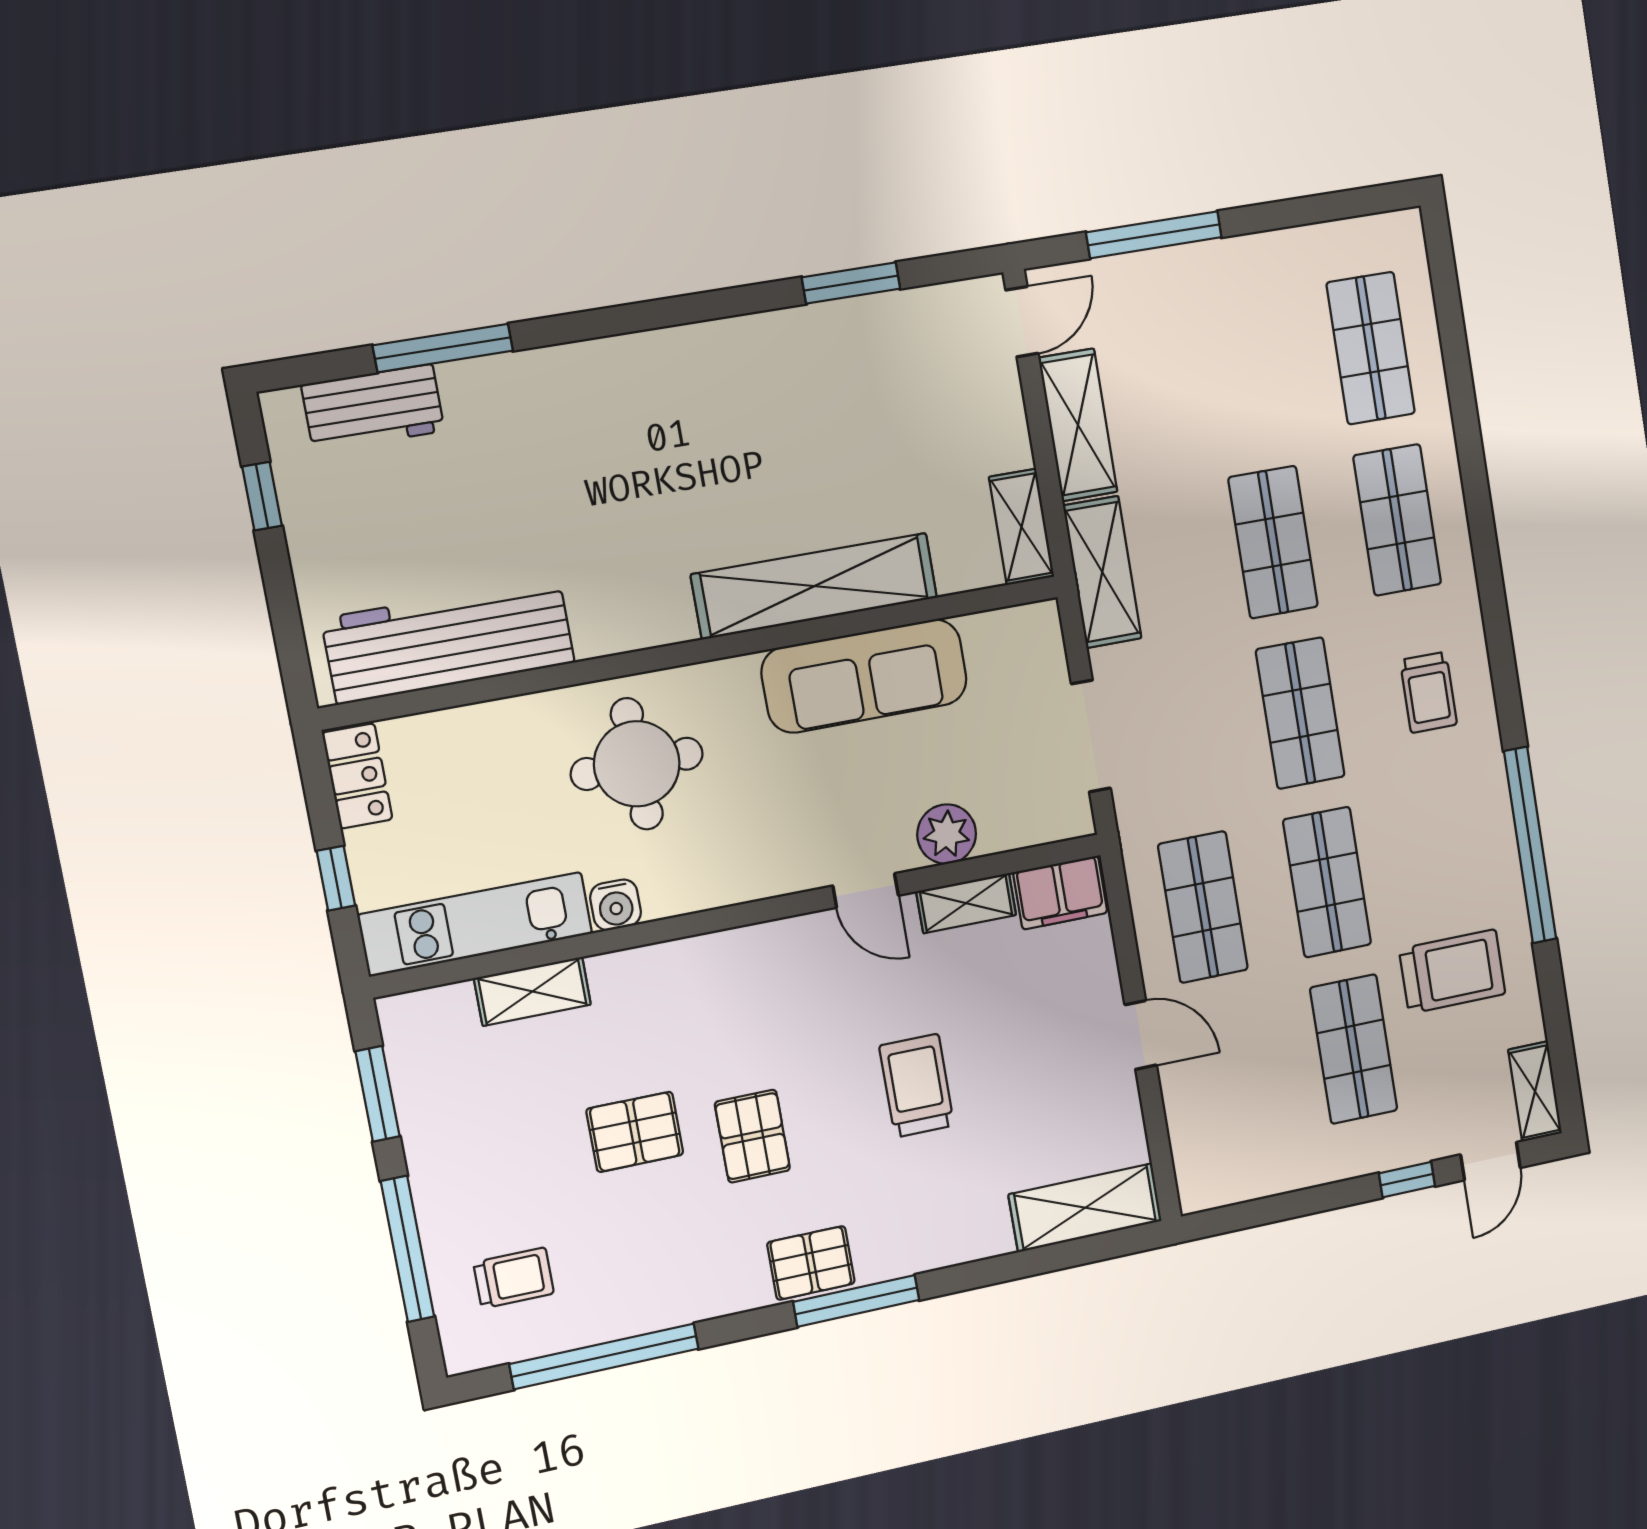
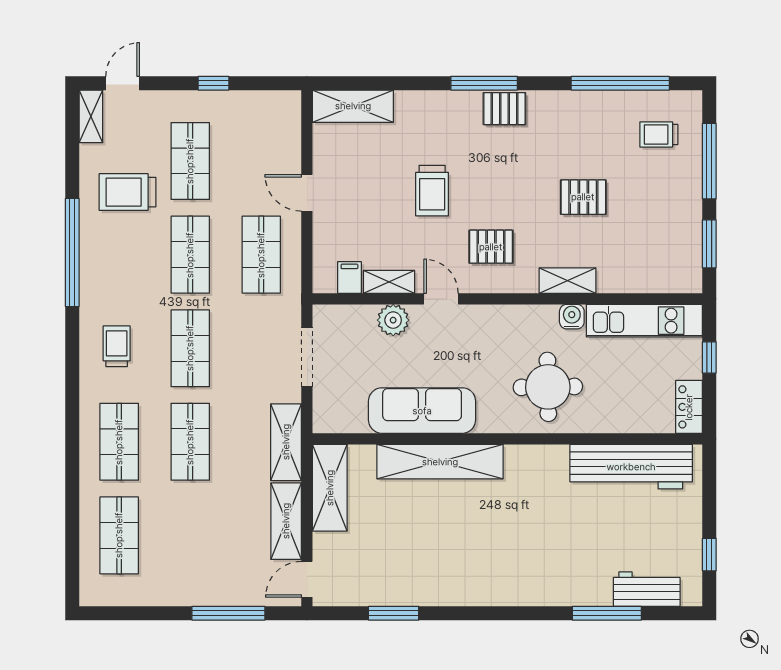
shelving: (1022, 527) -> (330, 488), width x1.50, depth x1.33
filing cabinet: (1060, 893) -> (349, 277), width x0.50
shelving: (532, 991) -> (567, 281), moved
pallet: (752, 1136) -> (491, 247), moved, turned 90
window: (1407, 1180) -> (214, 83), moved

